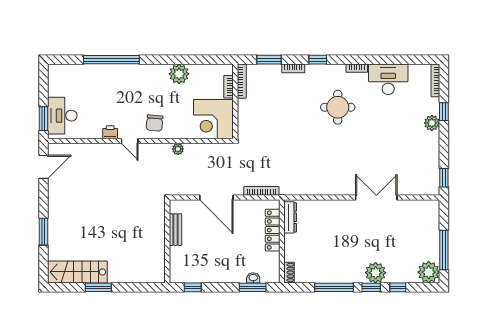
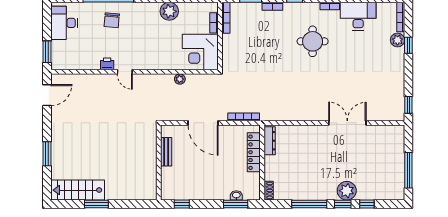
desk: (62, 116) -> (64, 23), moved
chair: (154, 123) -> (112, 20), moved
plant: (432, 123) -> (397, 40), moved
plant: (178, 149) -> (180, 79), moved
plant: (429, 272) -> (395, 190), removed

